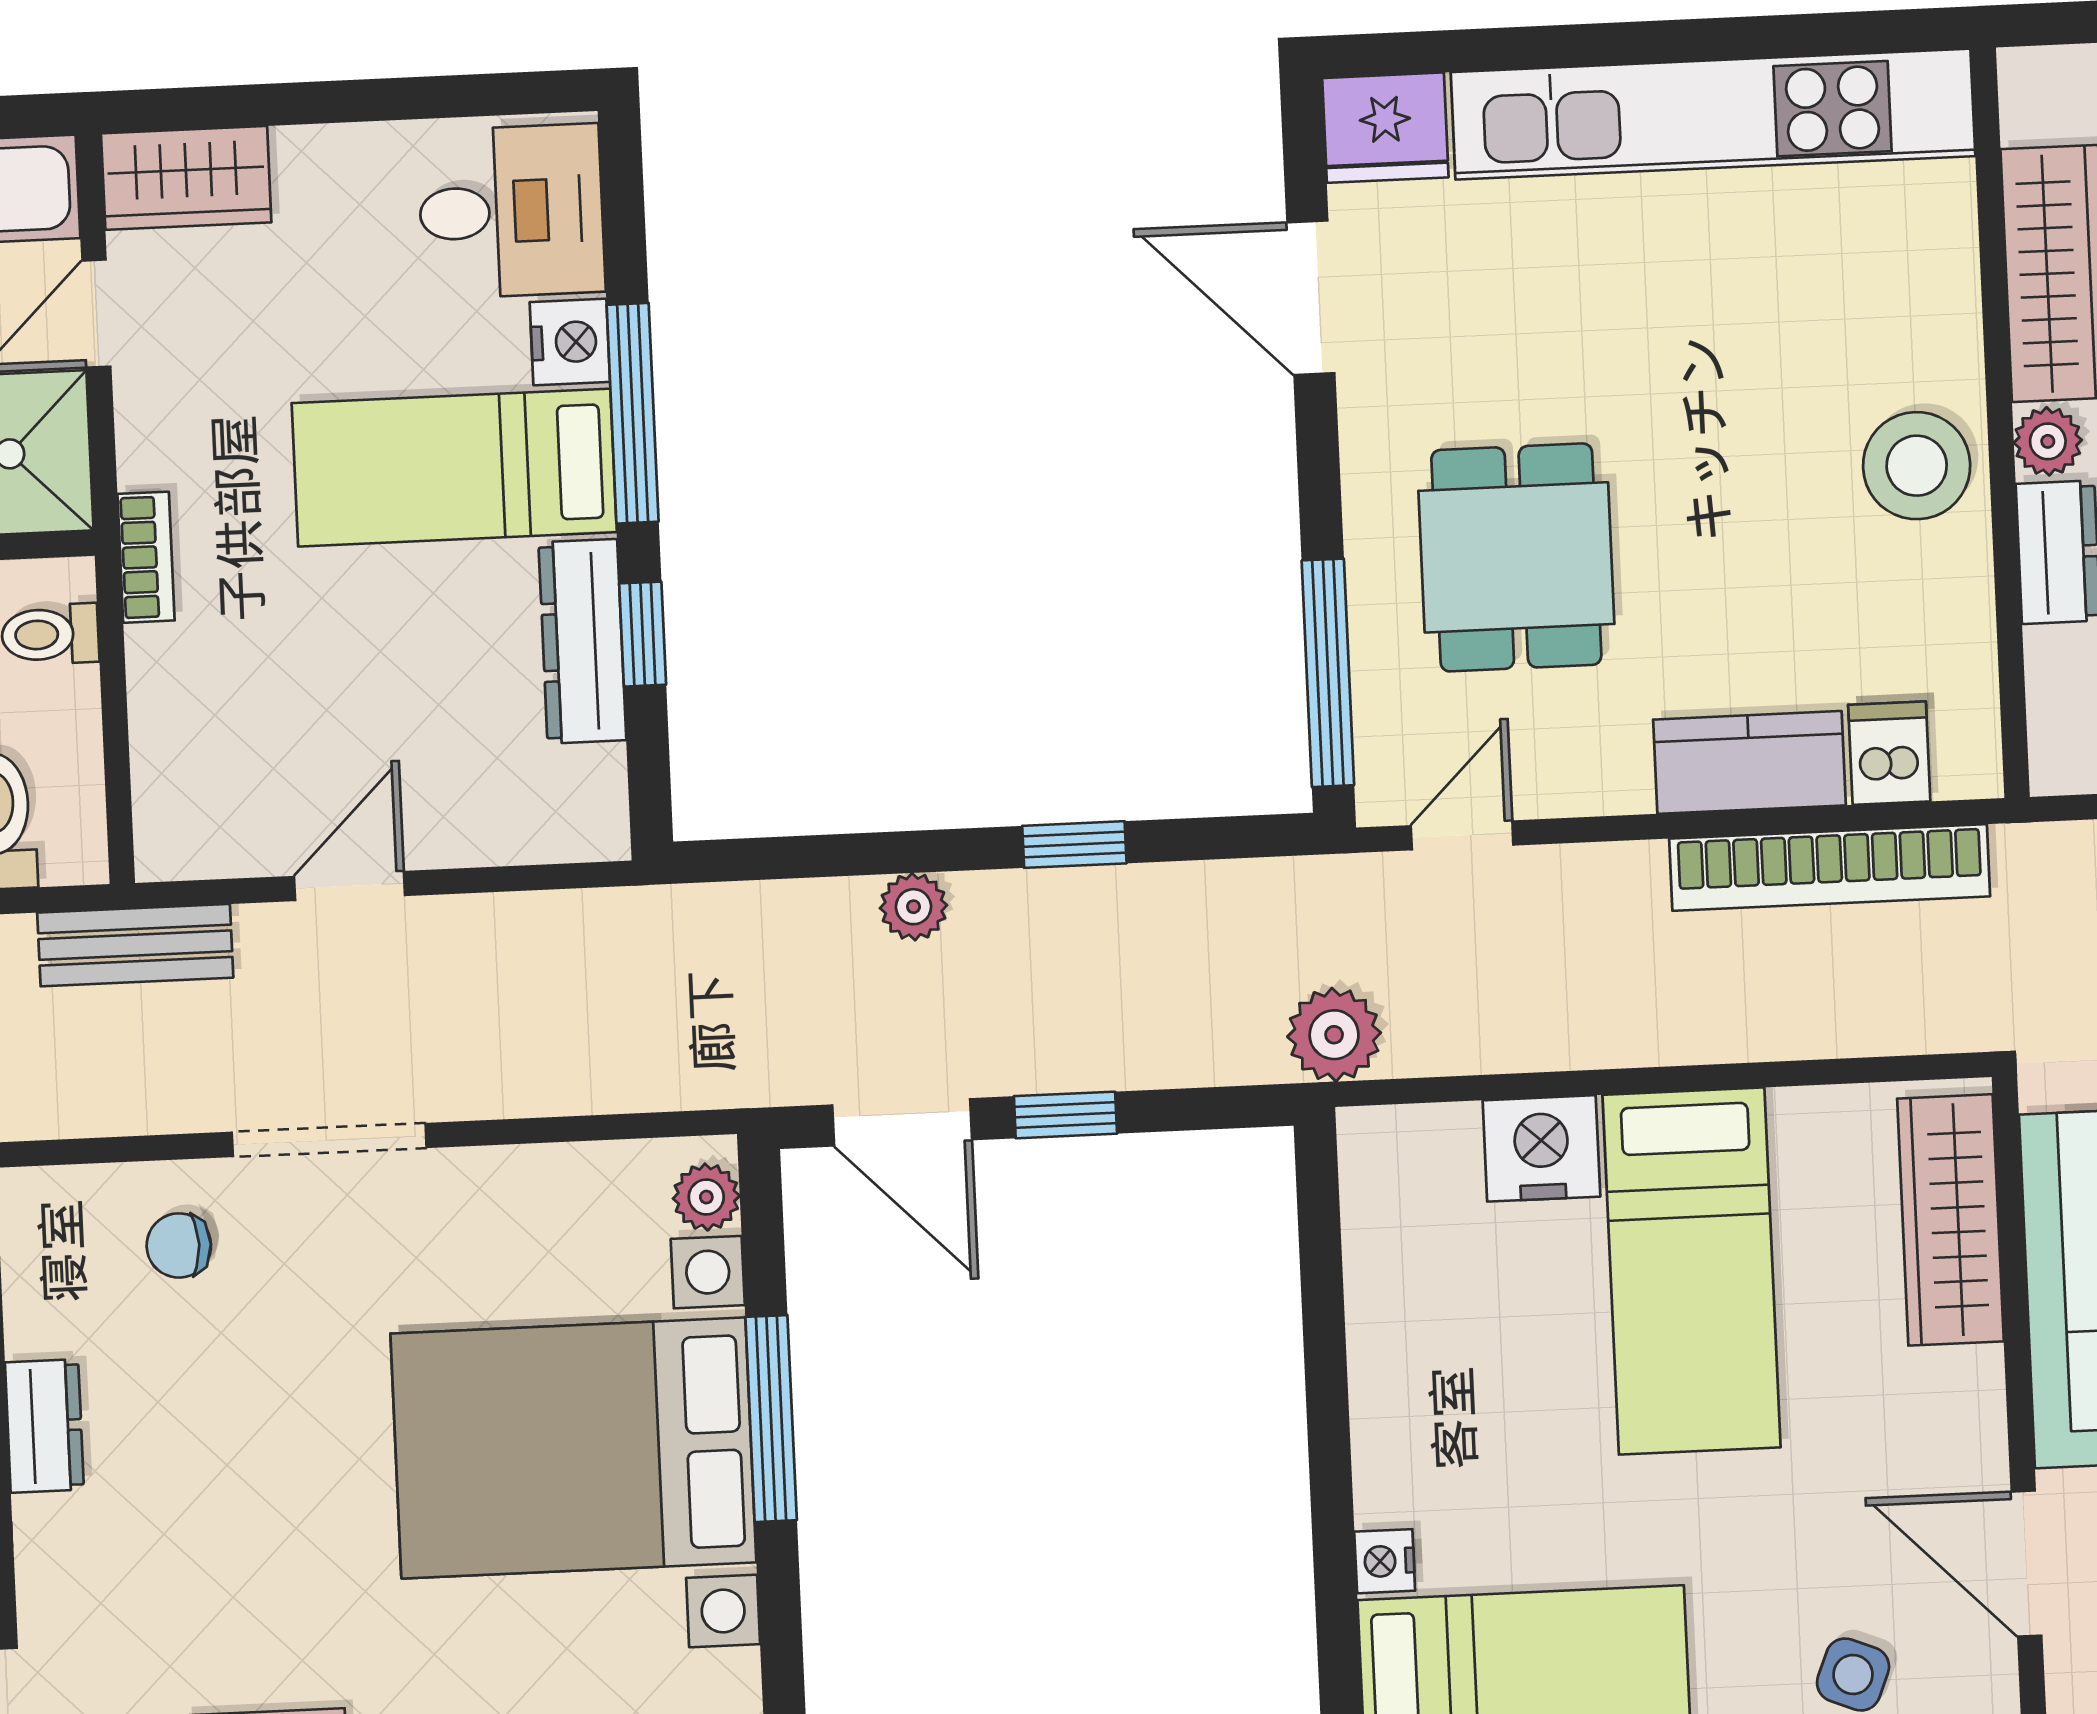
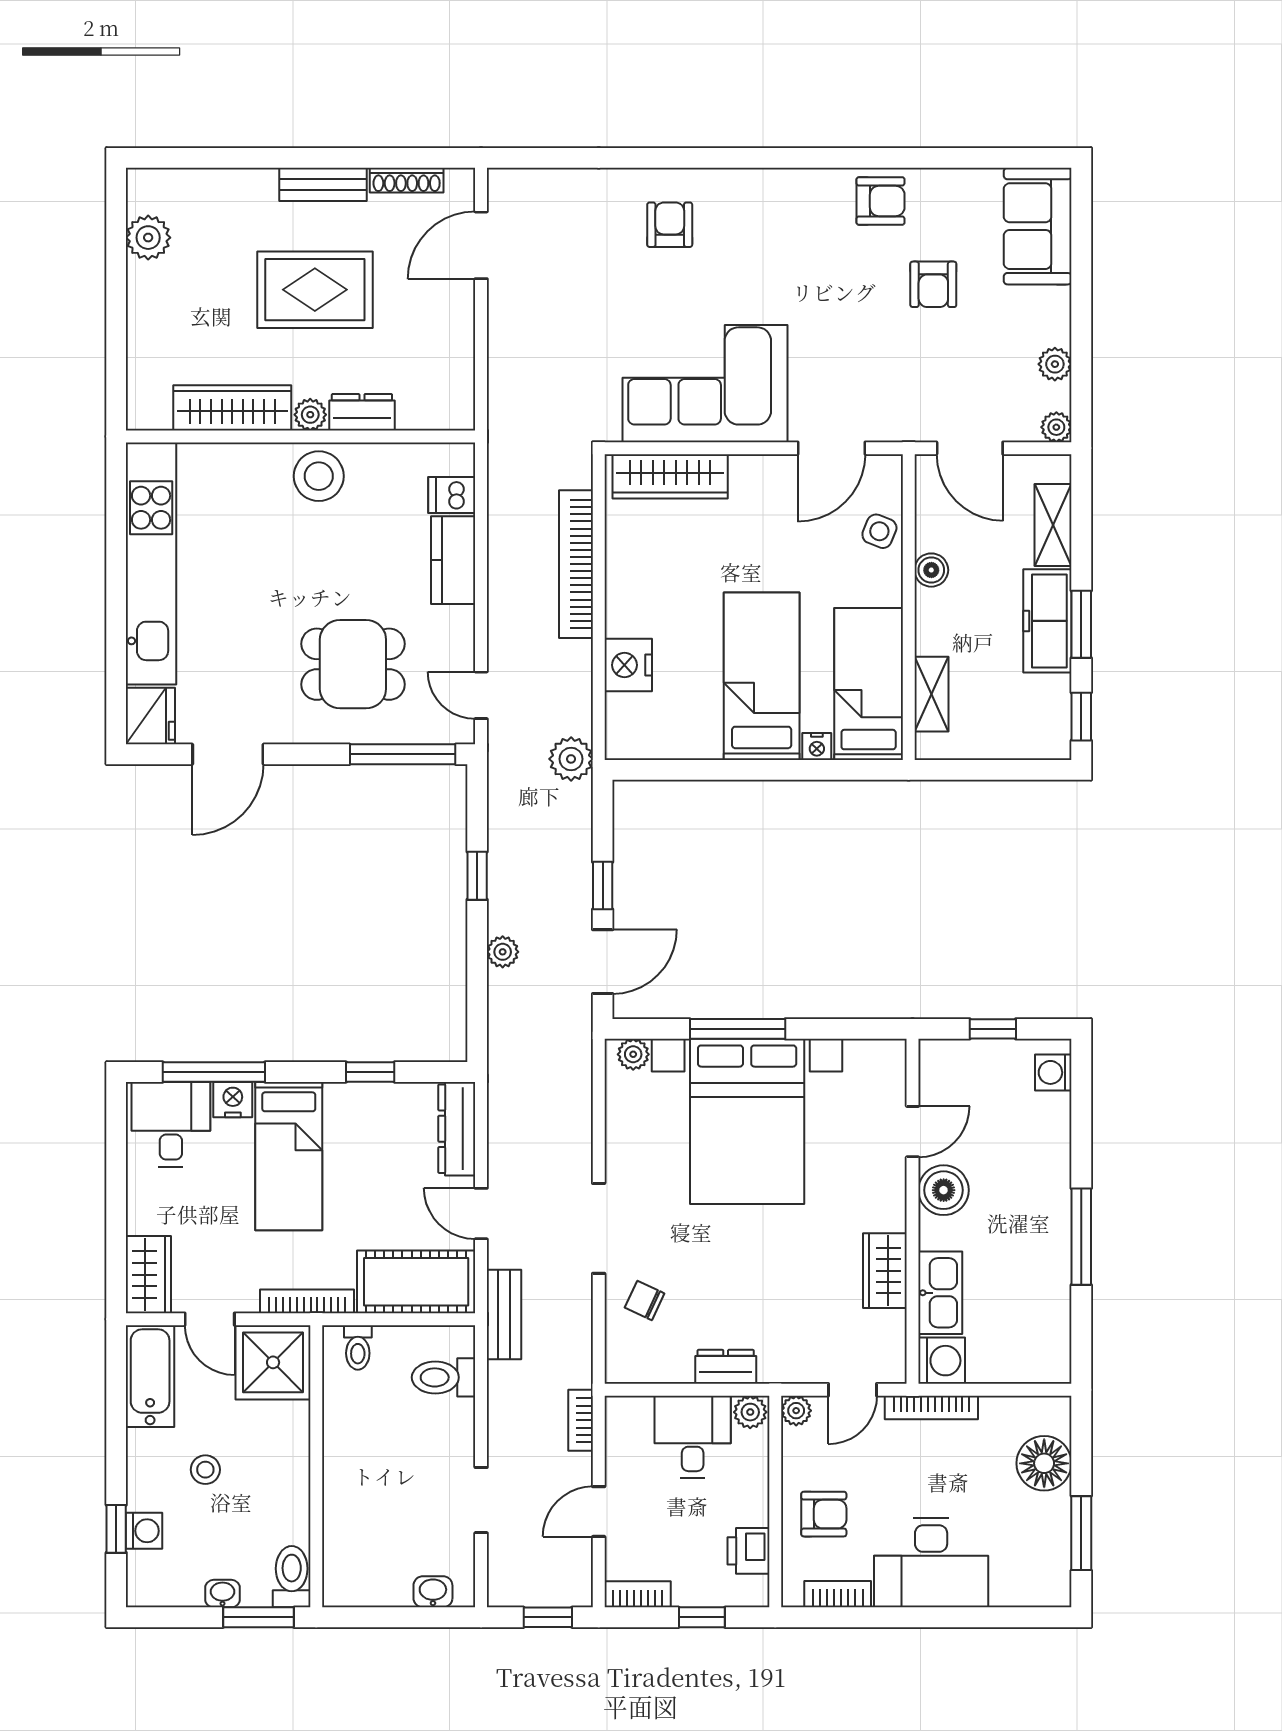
window: (633, 413) -> (214, 1072), moved
bookcase: (146, 557) -> (307, 1301), width x1.56
dresser: (582, 641) -> (457, 1129), moved, turned 90
cot: (197, 753) -> (416, 1282), added
bookcase: (1830, 867) -> (576, 564), moved, turned 180
chair: (179, 1245) -> (645, 1301), turned 115
bed: (1692, 1271) -> (762, 676), moved, turned -90

